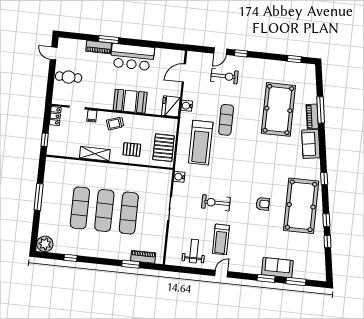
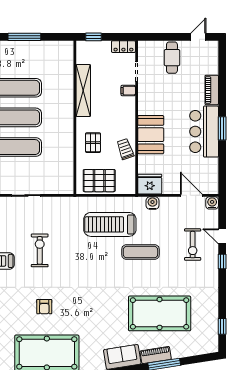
window: (109, 39) -> (222, 128), moved
trolley: (115, 123) -> (125, 149), moved
shelving: (95, 154) -> (83, 91), width x1.47
water cooler: (179, 177) -> (212, 203), moved

